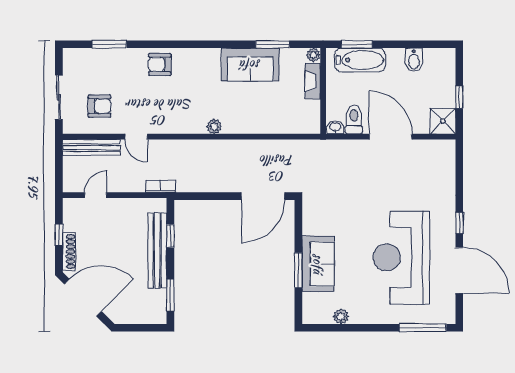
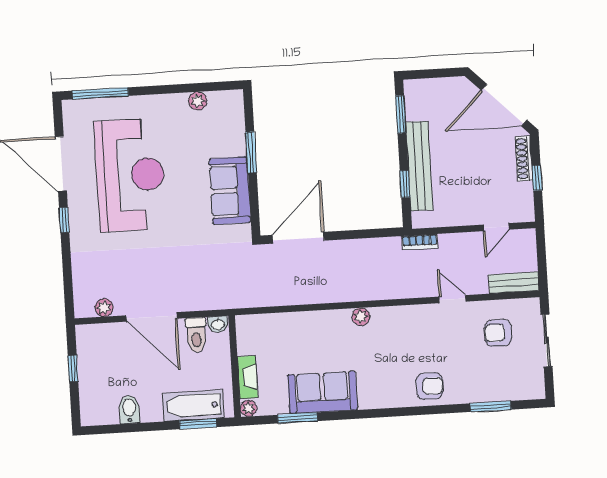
shower: (443, 121) -> (91, 339), removed
bench: (91, 147) -> (514, 283), width x0.73
plant: (430, 147) -> (104, 308), added
sofa: (318, 264) -> (230, 191), moved

